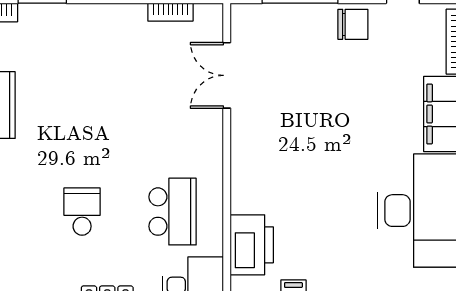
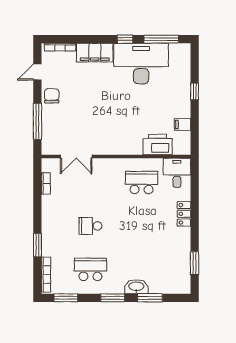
school desk: (82, 212) -> (90, 226), moved

